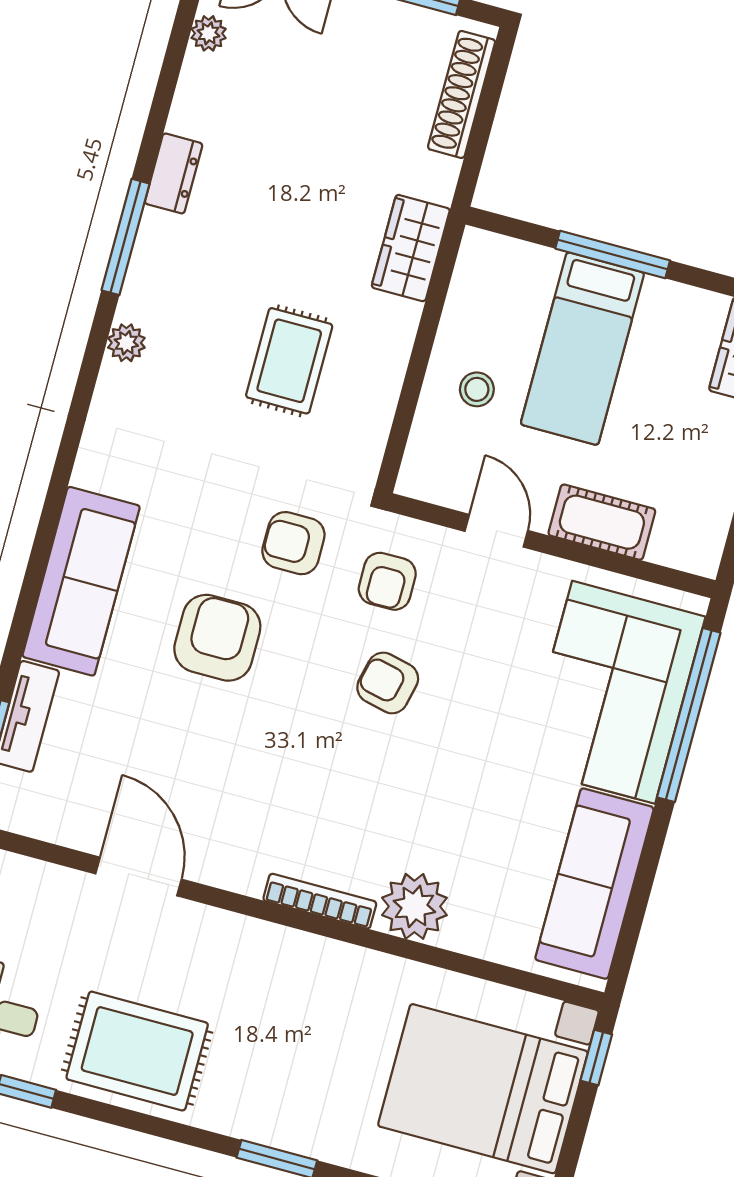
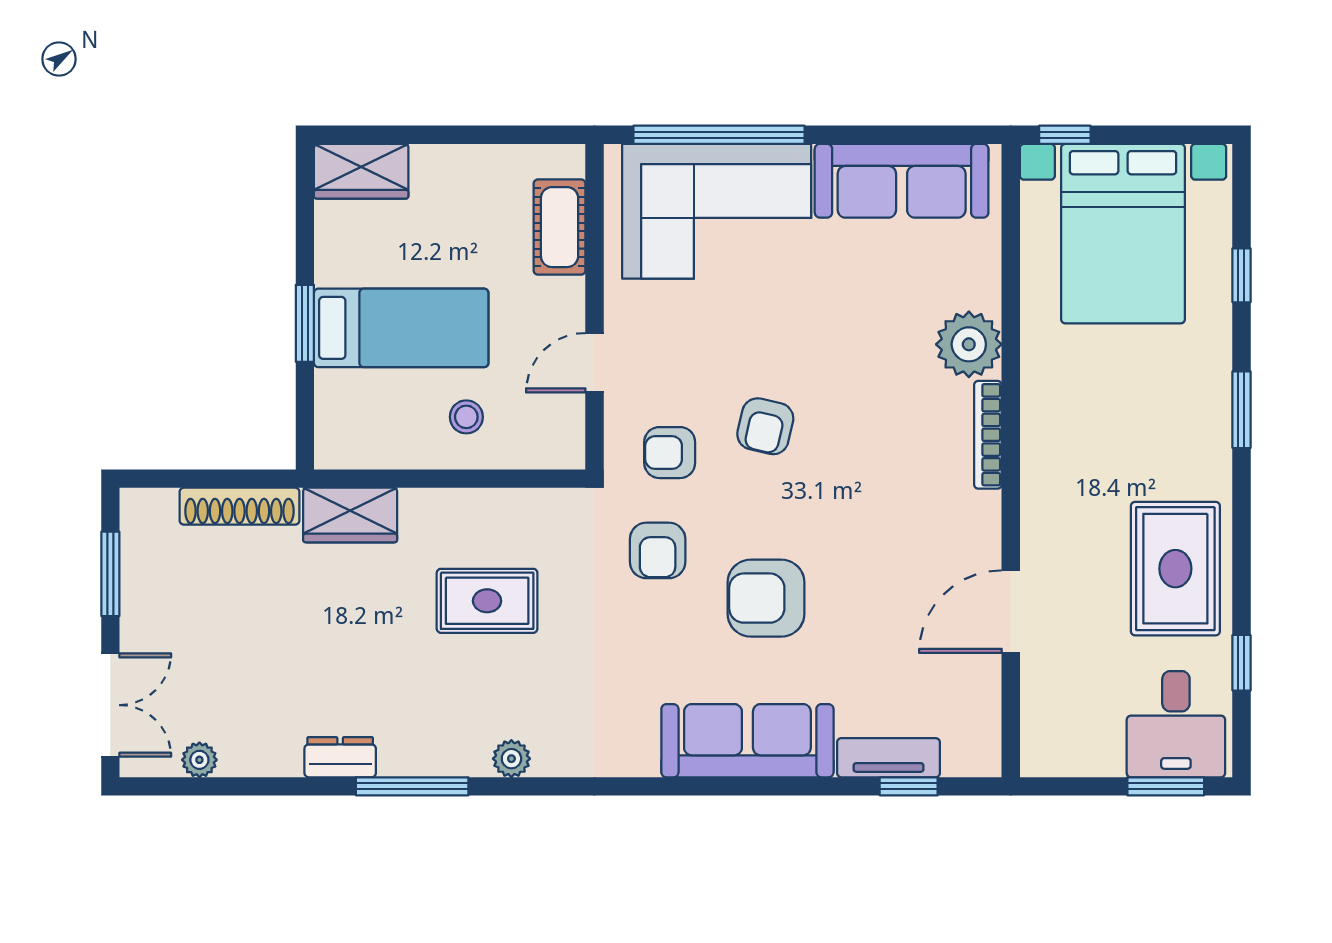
shoe rack: (462, 94) -> (240, 506), moved
window: (613, 255) -> (305, 323), width x0.69
cot: (602, 522) -> (560, 227), moved
armchair: (387, 581) -> (670, 453), turned 180

